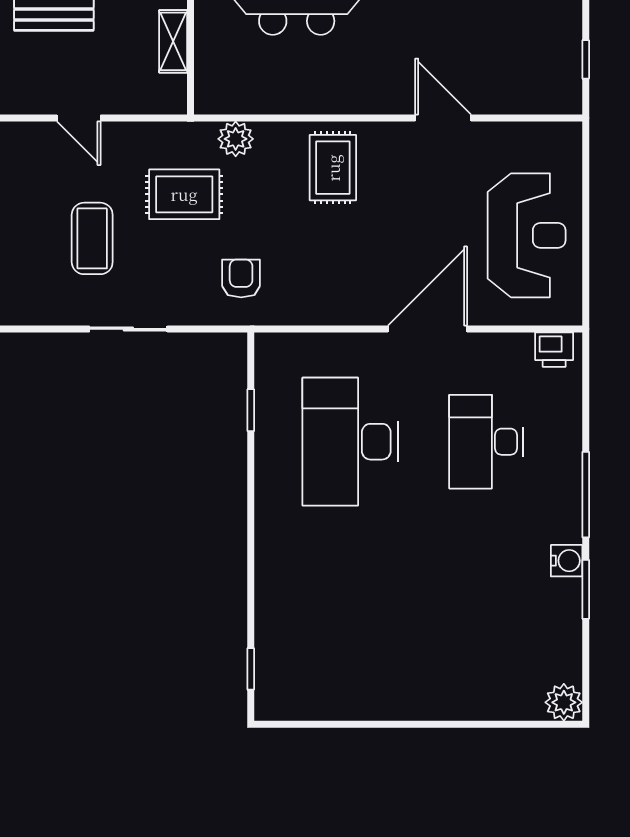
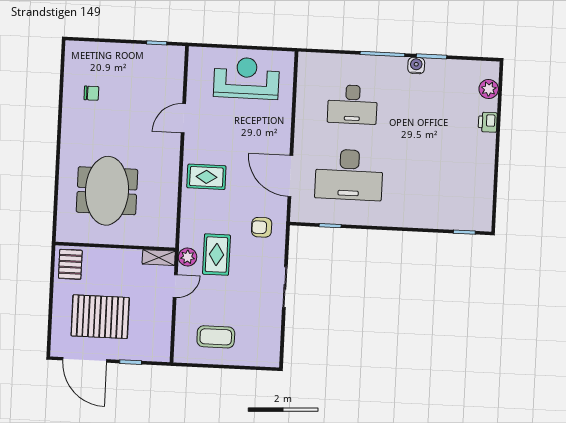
shelving: (173, 41) -> (159, 258), moved
door: (79, 118) -> (175, 286), moved
plant: (236, 139) -> (188, 257), moved
coffee table: (92, 238) -> (216, 337), moved
door: (427, 329) -> (290, 176), moved
printer: (554, 350) -> (488, 122), moved, turned 180
plant: (564, 702) -> (489, 89), moved

